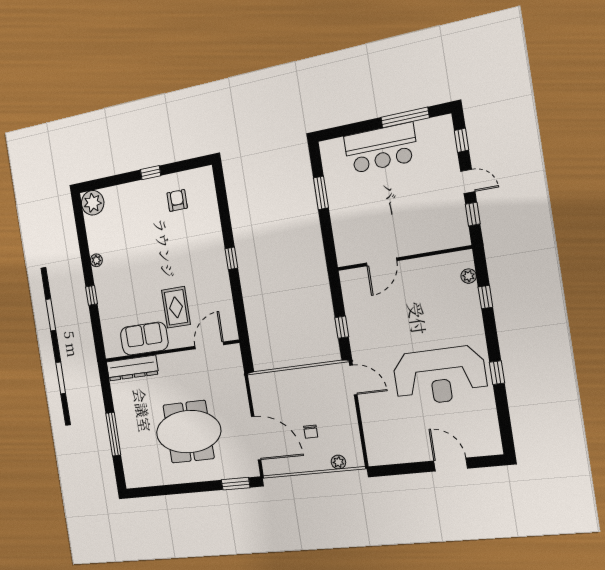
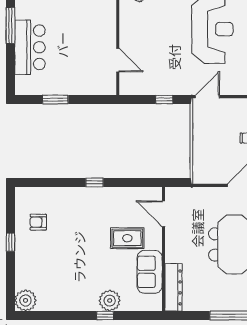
plant: (96, 260) -> (110, 301), moved, width x1.88, depth x1.88

